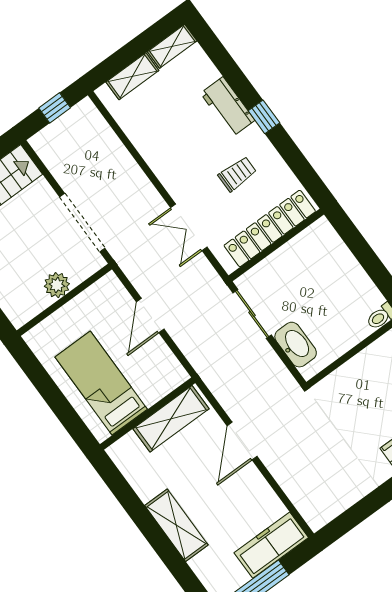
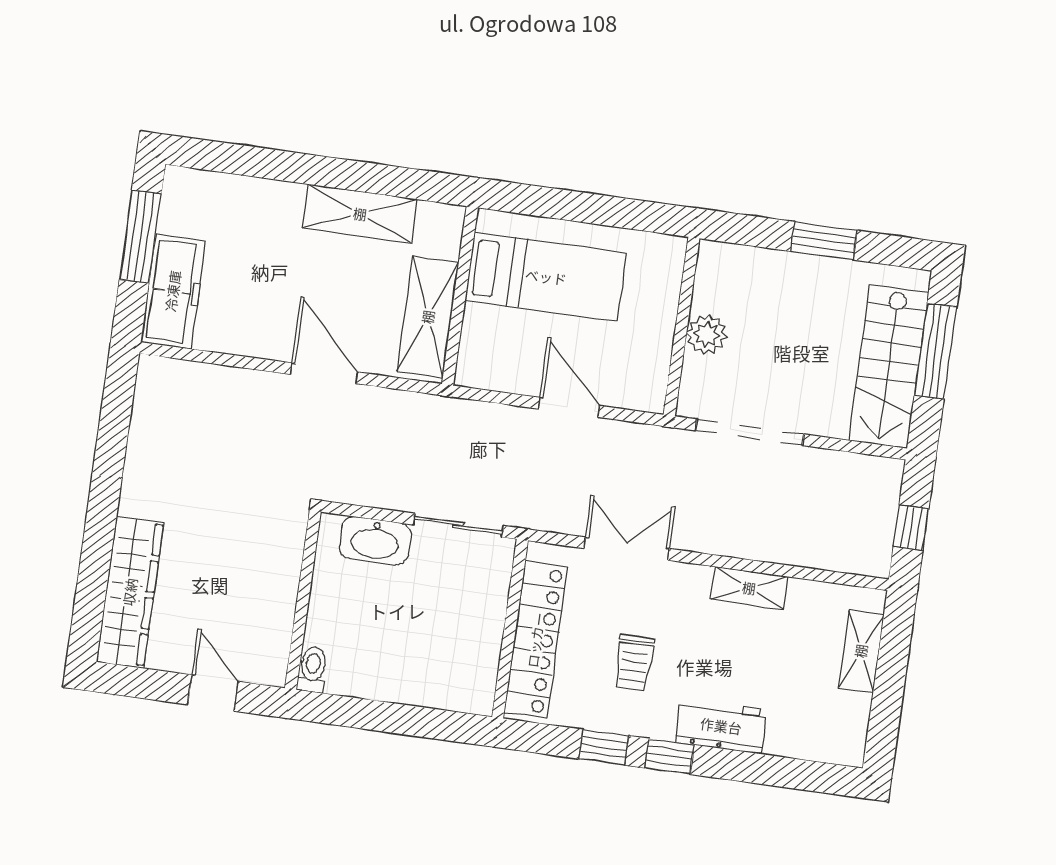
shelving: (172, 46) -> (749, 588), moved, turned 90
window: (289, 151) -> (604, 747), added
shelving: (176, 525) -> (360, 214), moved

